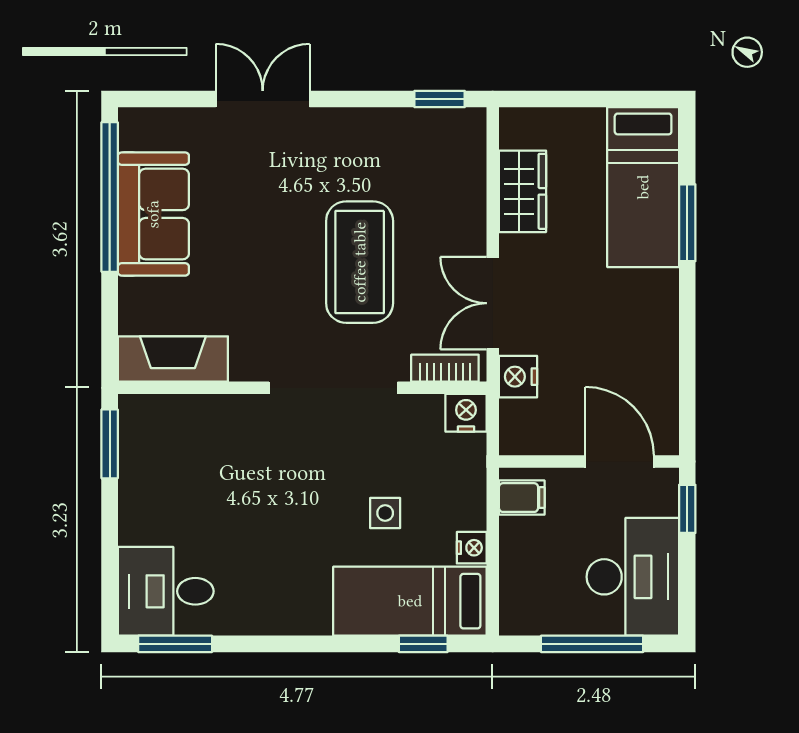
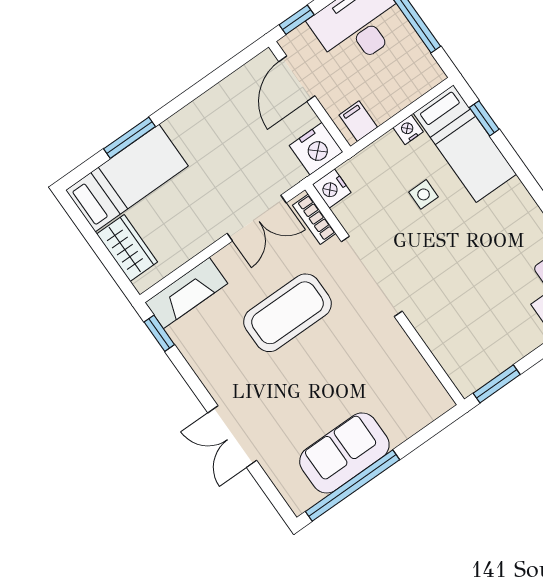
wardrobe: (522, 191) -> (127, 248), moved, turned 90
fireplace: (173, 359) -> (186, 293), moved, turned -90
nightstand: (518, 377) -> (316, 149), moved, width x1.36, depth x1.33

